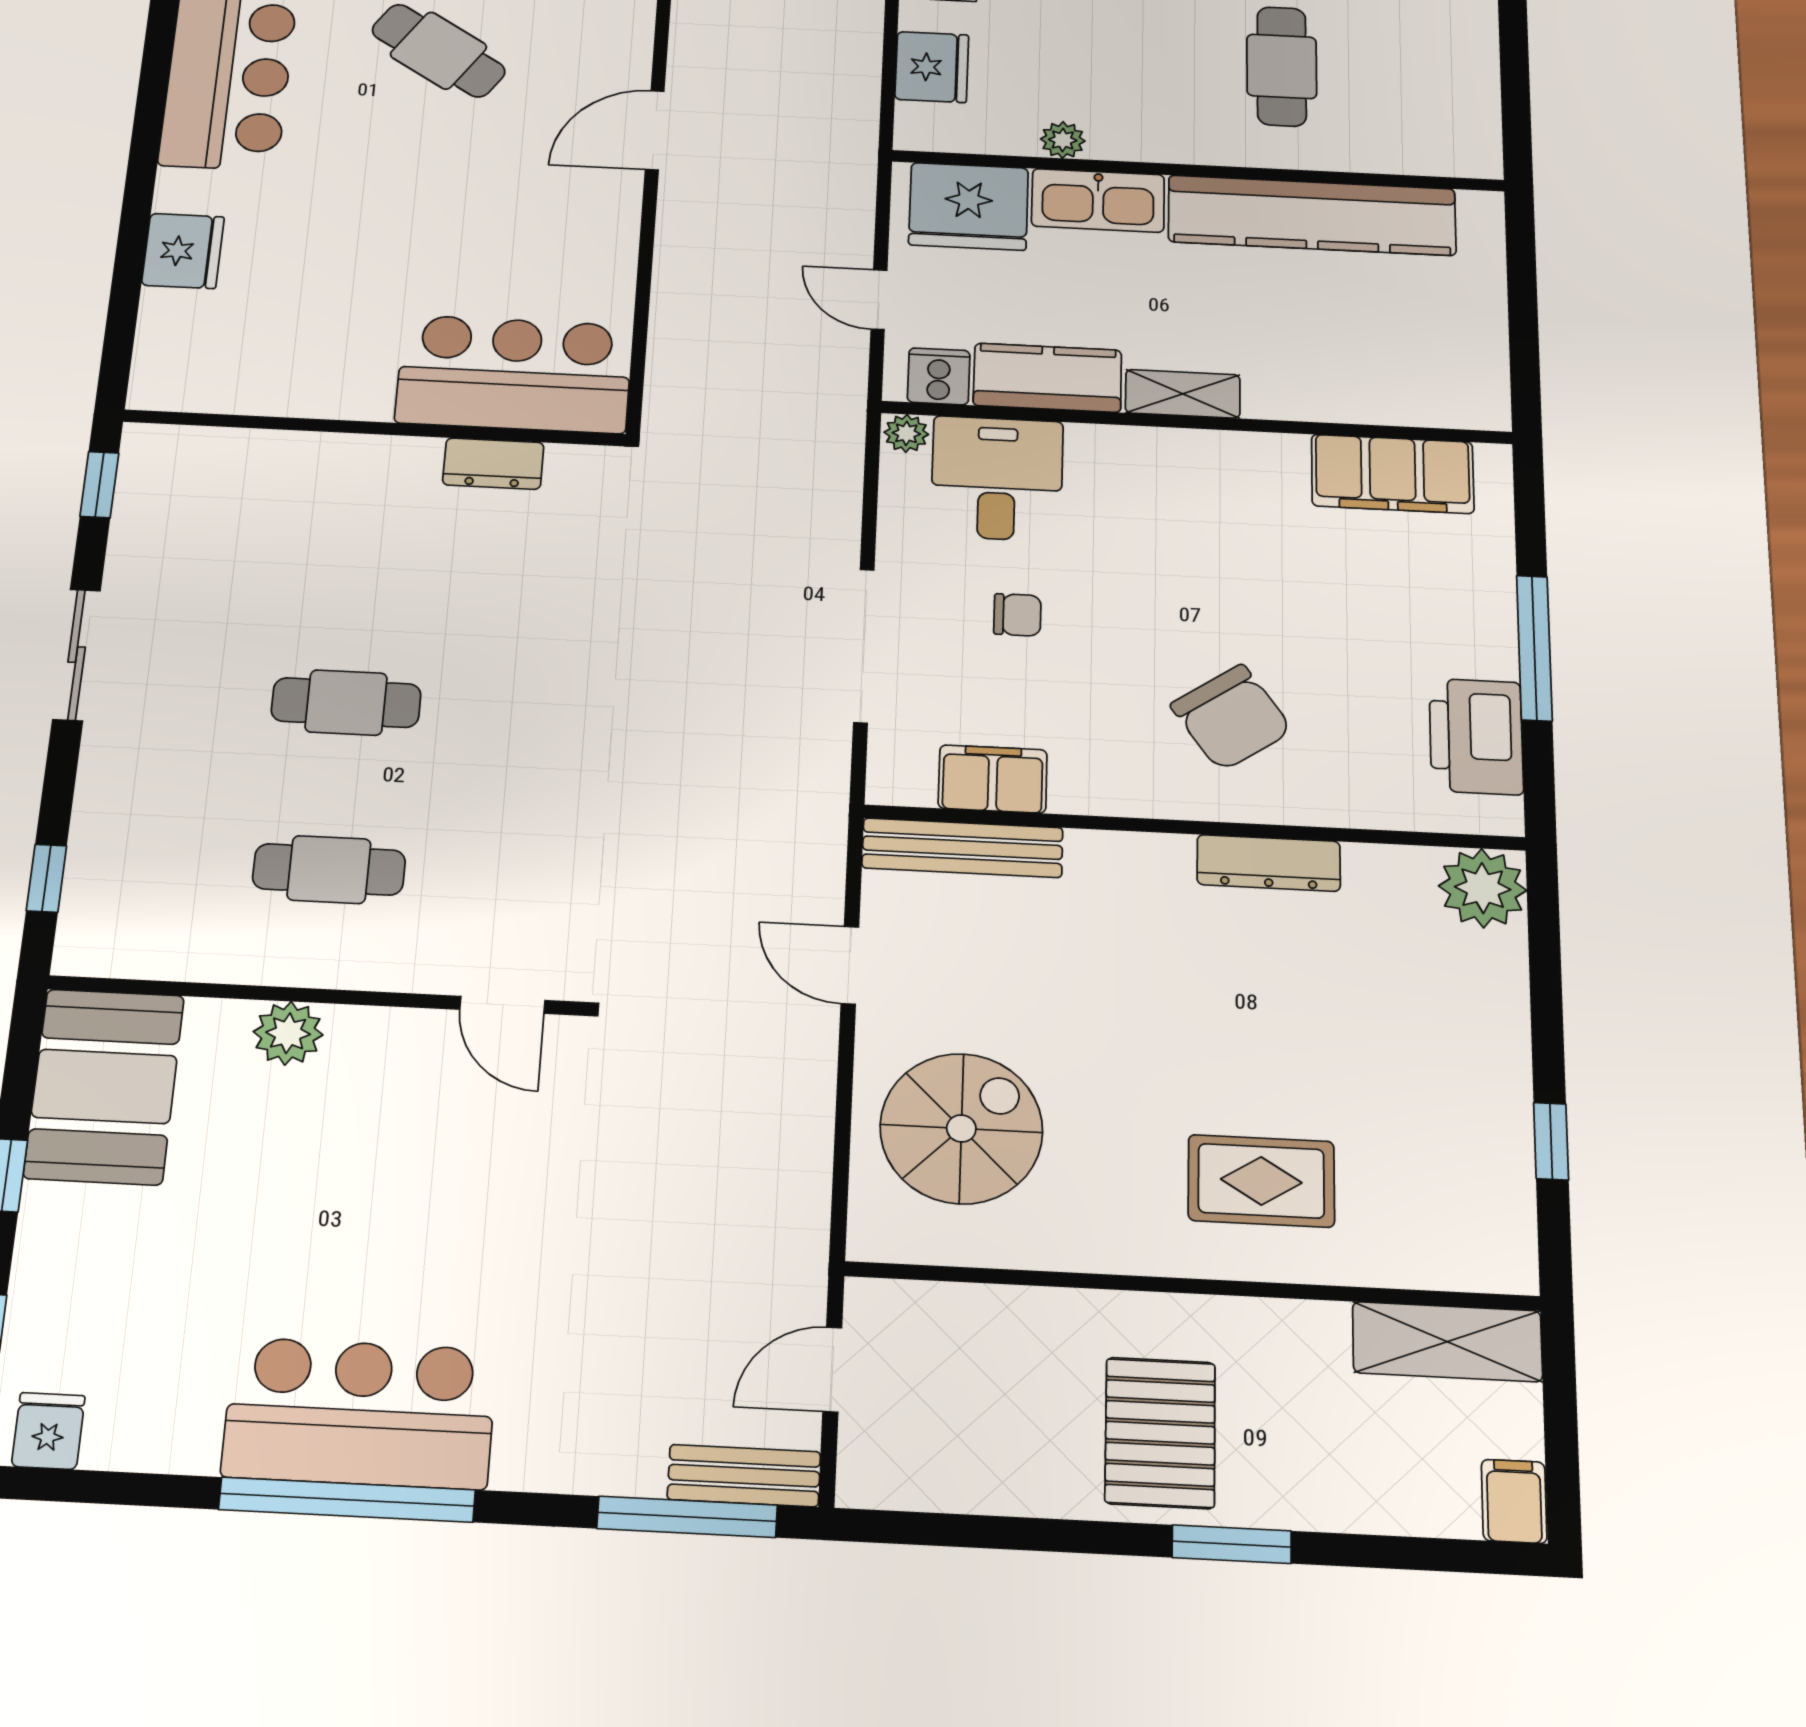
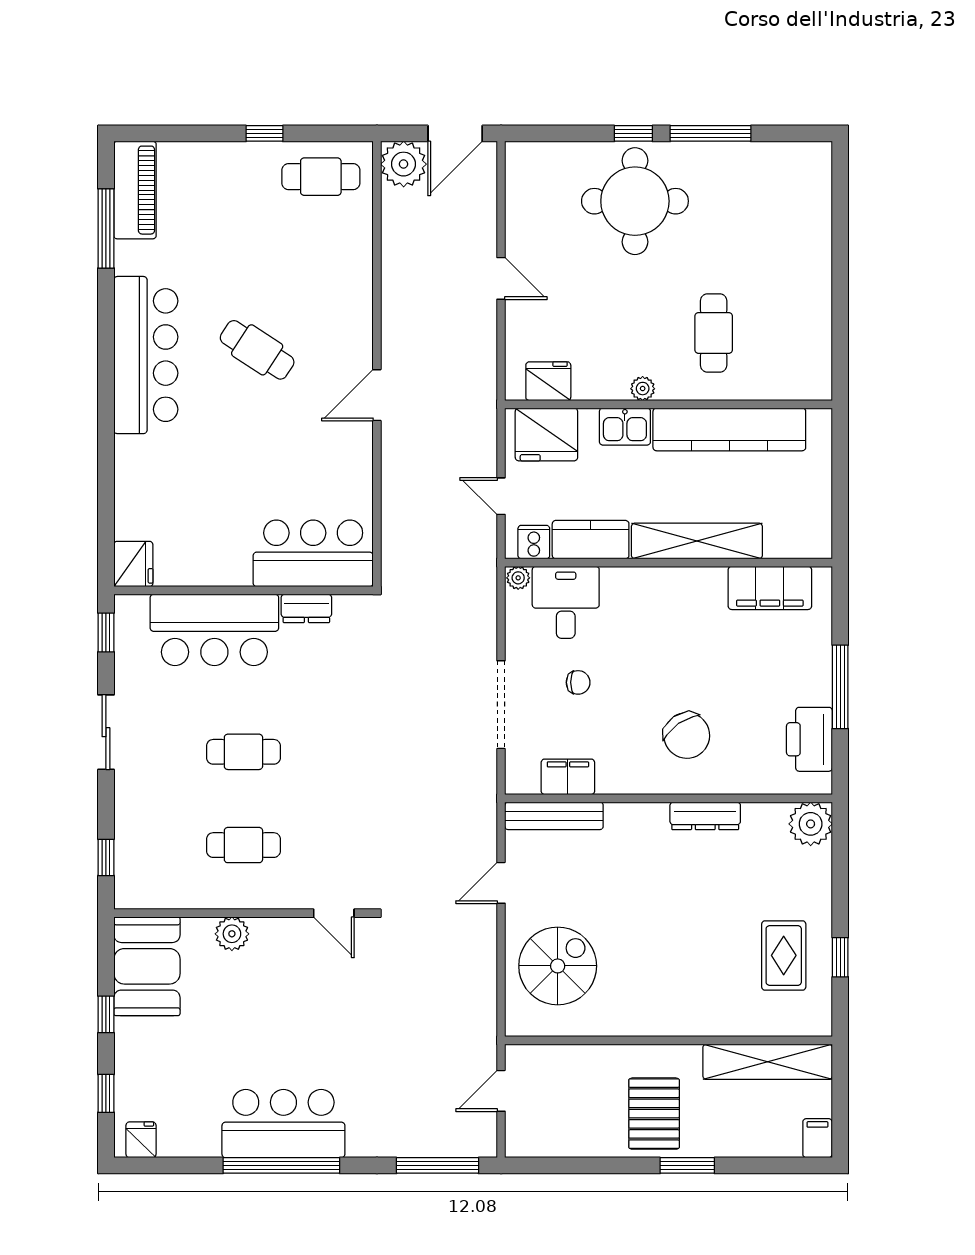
fridge: (932, 67) -> (548, 381), moved, turned -90
plant: (1063, 140) -> (643, 389), moved
kitchen sink: (1098, 200) -> (625, 427), width x0.73
fridge: (183, 251) -> (133, 564), moved
shelving: (1183, 394) -> (697, 541), width x2.20, depth x1.33
bar counter: (311, 491) -> (214, 630), added
door: (850, 965) -> (501, 883), hinge flipped
rug: (1261, 1181) -> (784, 955), moved, turned 90
shelving: (1447, 1342) -> (768, 1062), width x1.47
bench: (744, 1476) -> (463, 1144), removed

